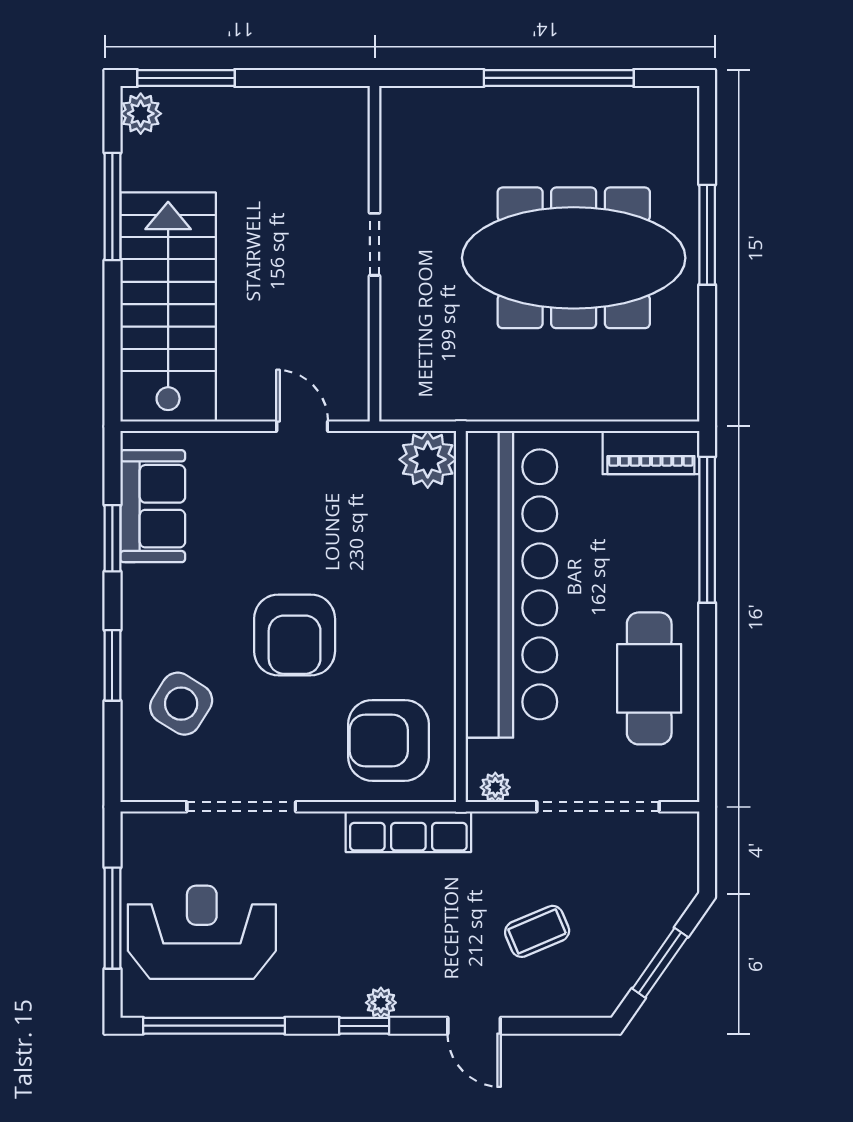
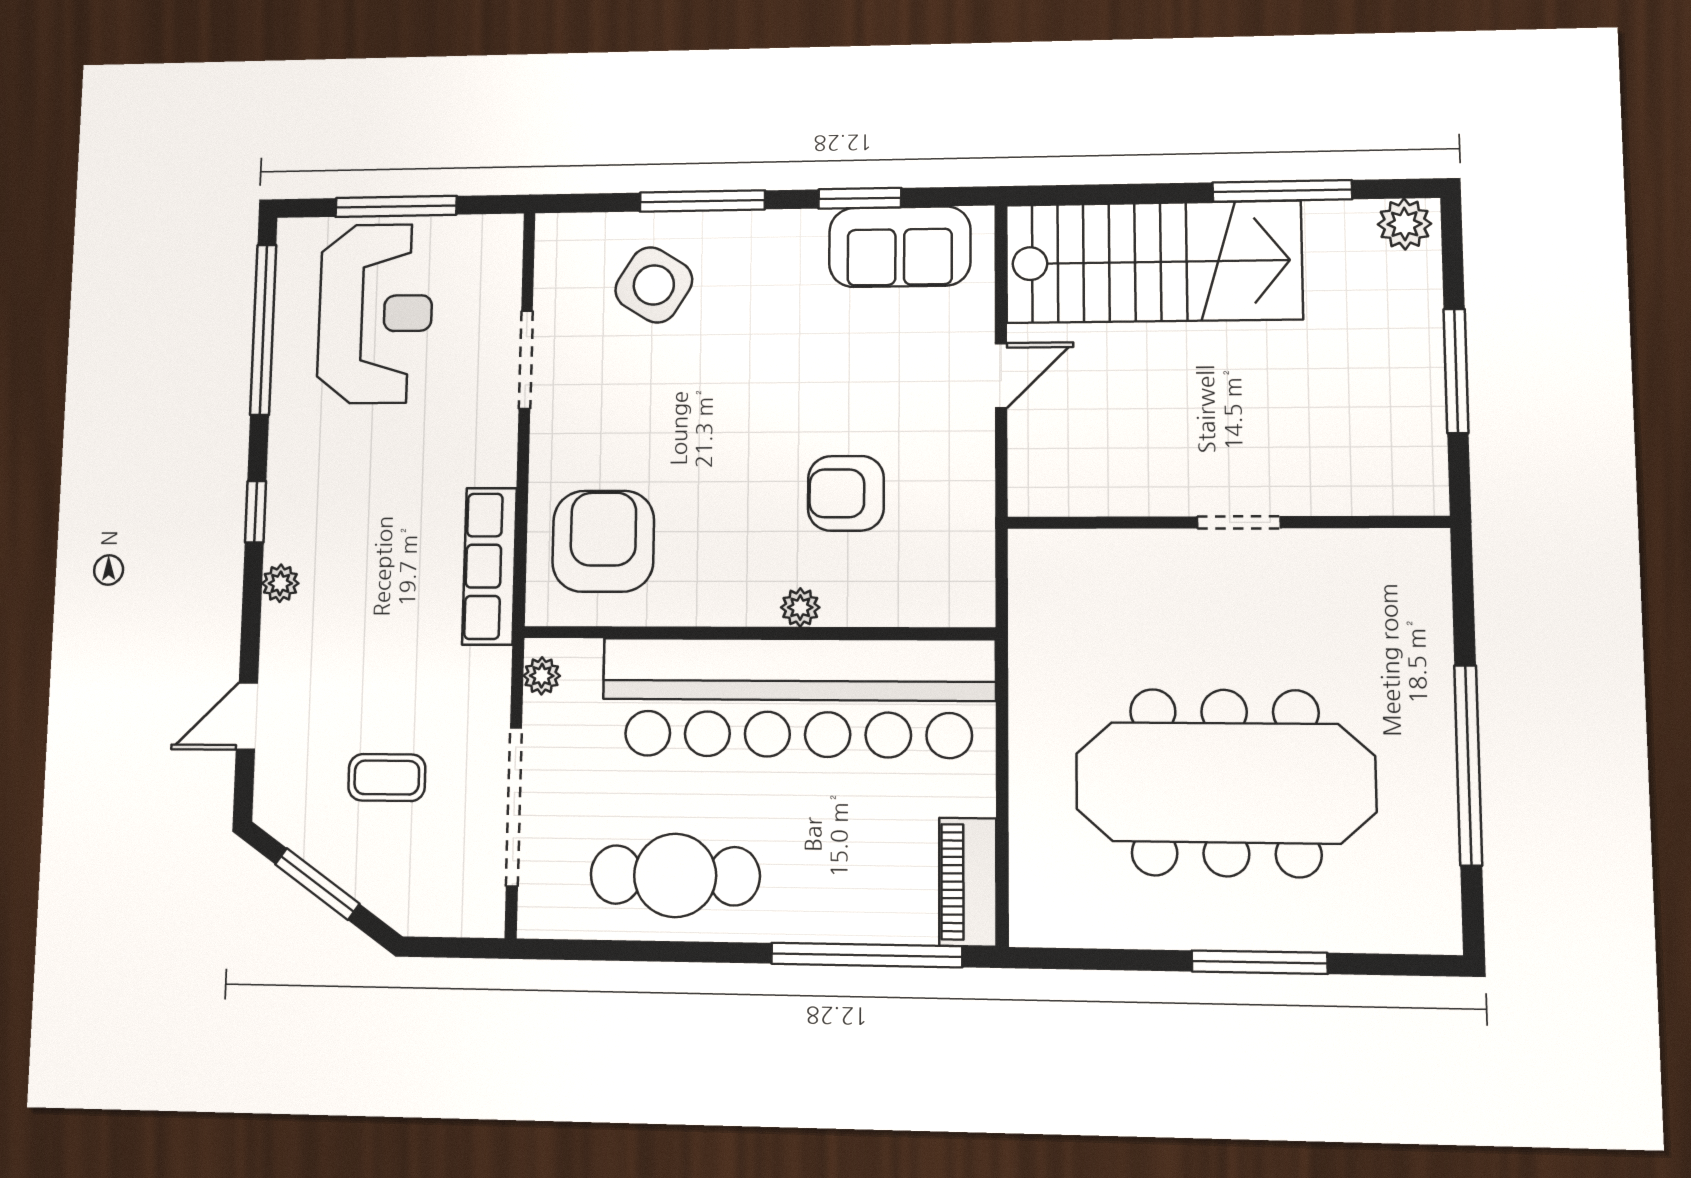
window: (186, 78) -> (1456, 371), moved
meeting table: (574, 258) -> (1225, 783), turned 90
door: (302, 426) -> (1001, 376), moved
plant: (428, 459) -> (800, 607), moved, width x0.53, depth x0.53
armchair: (295, 635) -> (846, 493), moved, width x0.73, depth x0.73
window: (112, 665) -> (702, 201), width x1.44
doorway: (241, 807) -> (526, 360), width x0.73
coffee table: (537, 931) -> (387, 778), moved, turned -67
plant: (381, 1003) -> (280, 583), moved
door: (474, 1026) -> (247, 716), moved

